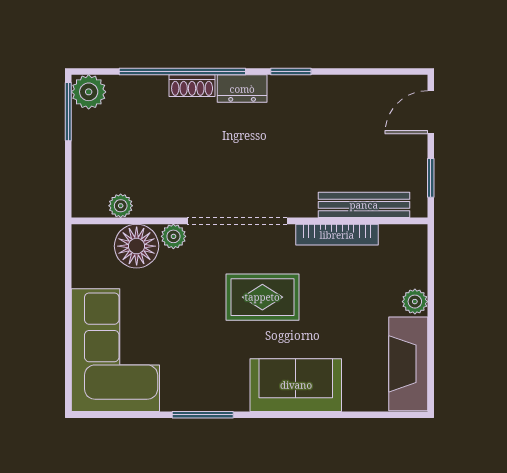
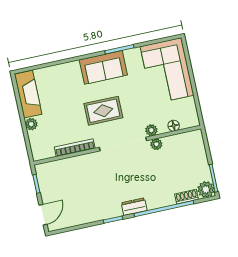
shoe rack: (192, 86) -> (187, 197), moved
bench: (364, 205) -> (65, 164), removed
plant: (121, 206) -> (156, 144), moved
floor lamp: (137, 246) -> (174, 126), width x0.53, depth x0.53
sofa: (296, 385) -> (103, 67), moved

